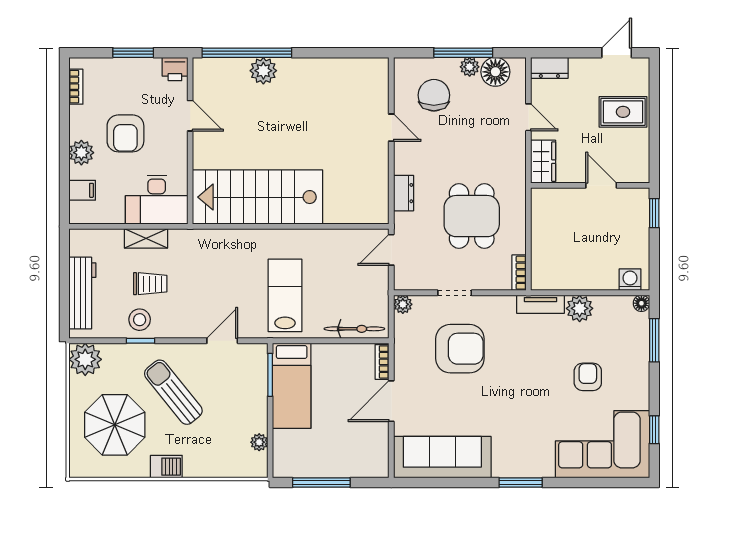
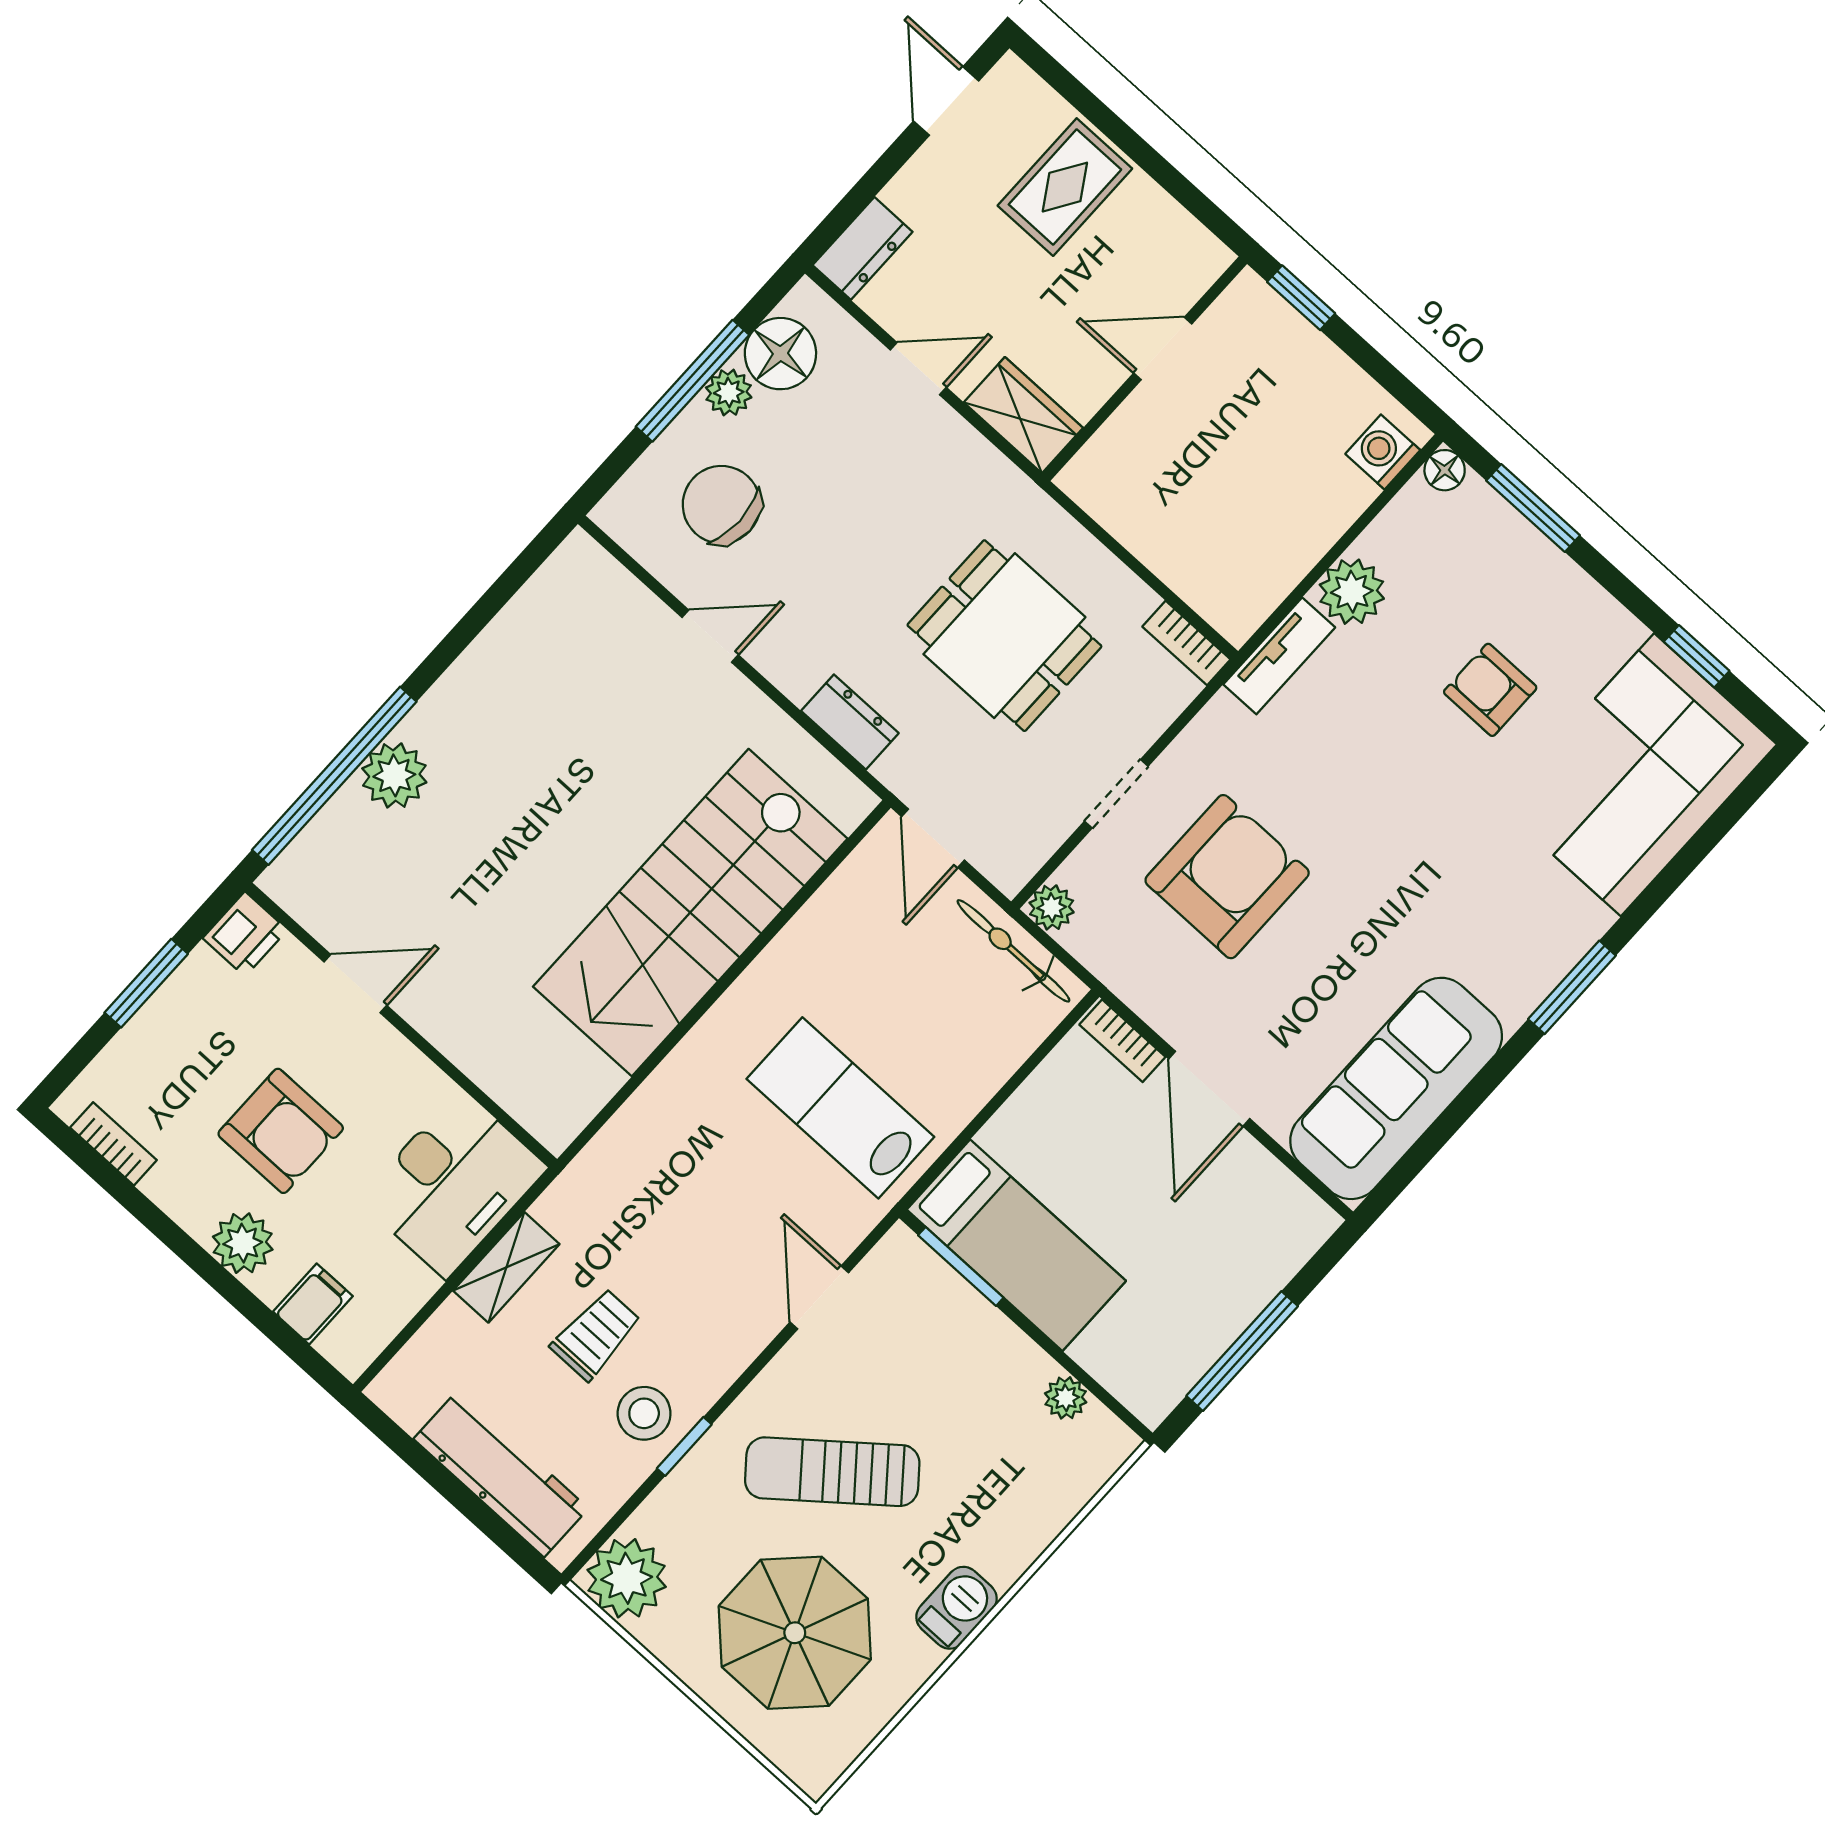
stairs: (258, 197) -> (690, 913), moved
bicycle: (354, 329) -> (1013, 951), moved, turned -90

